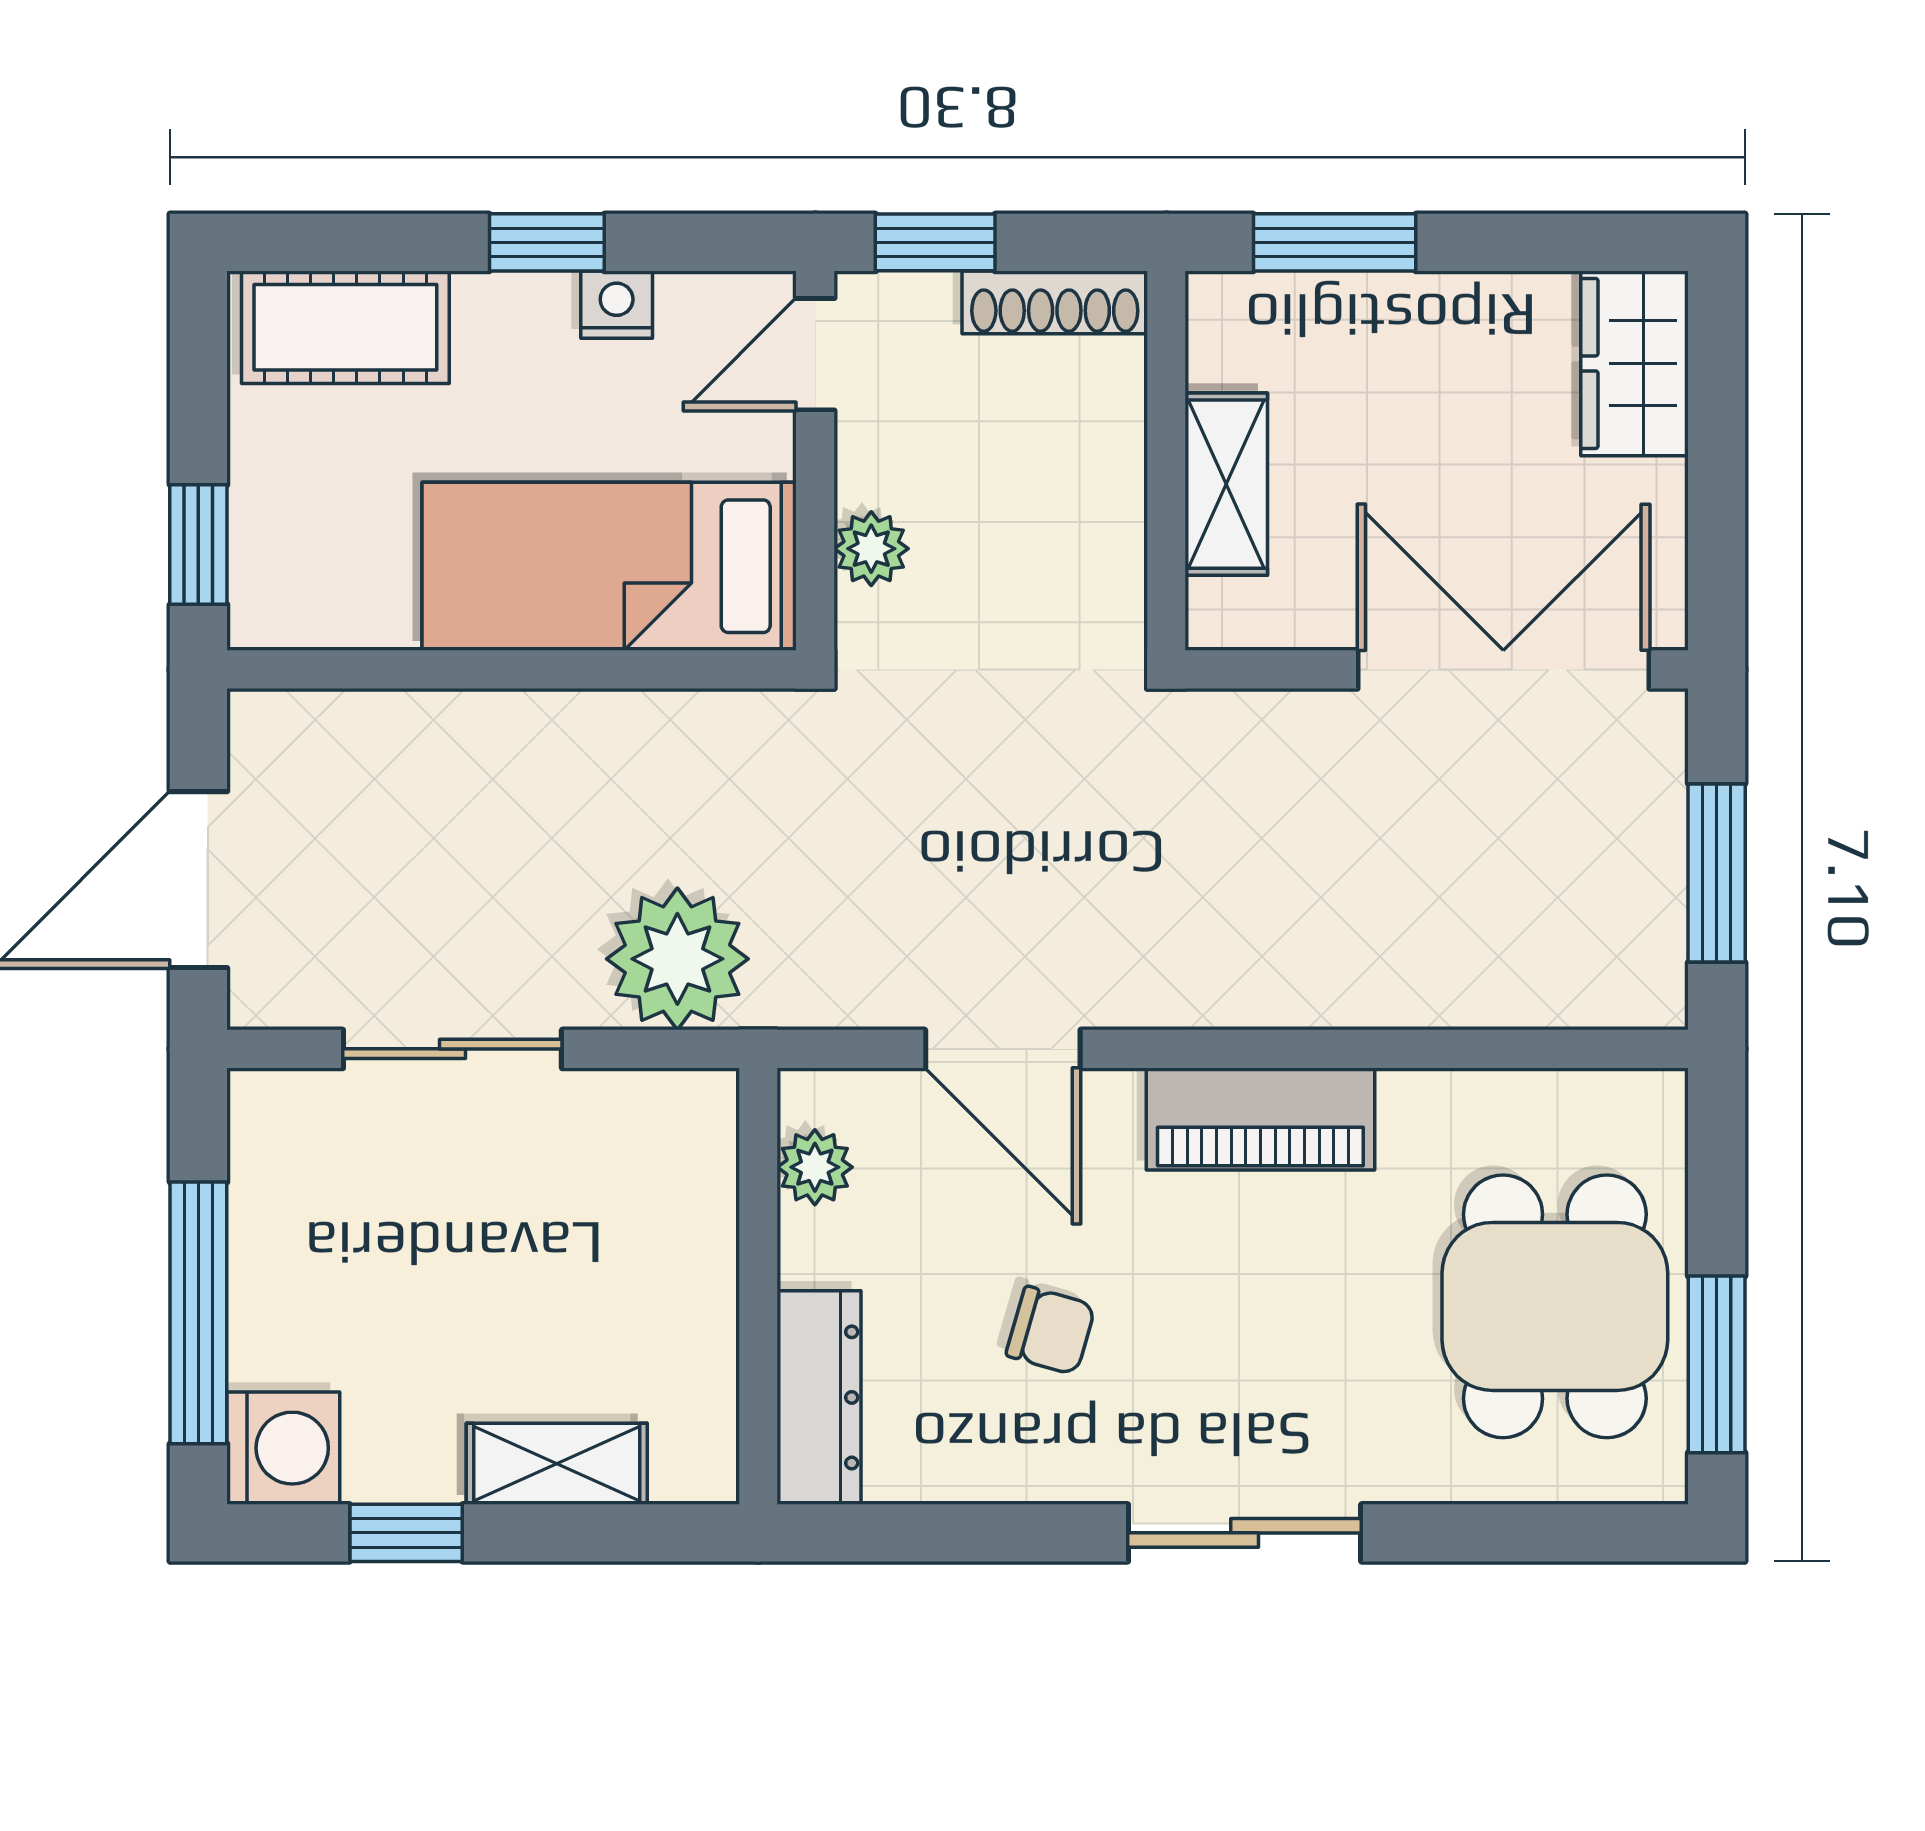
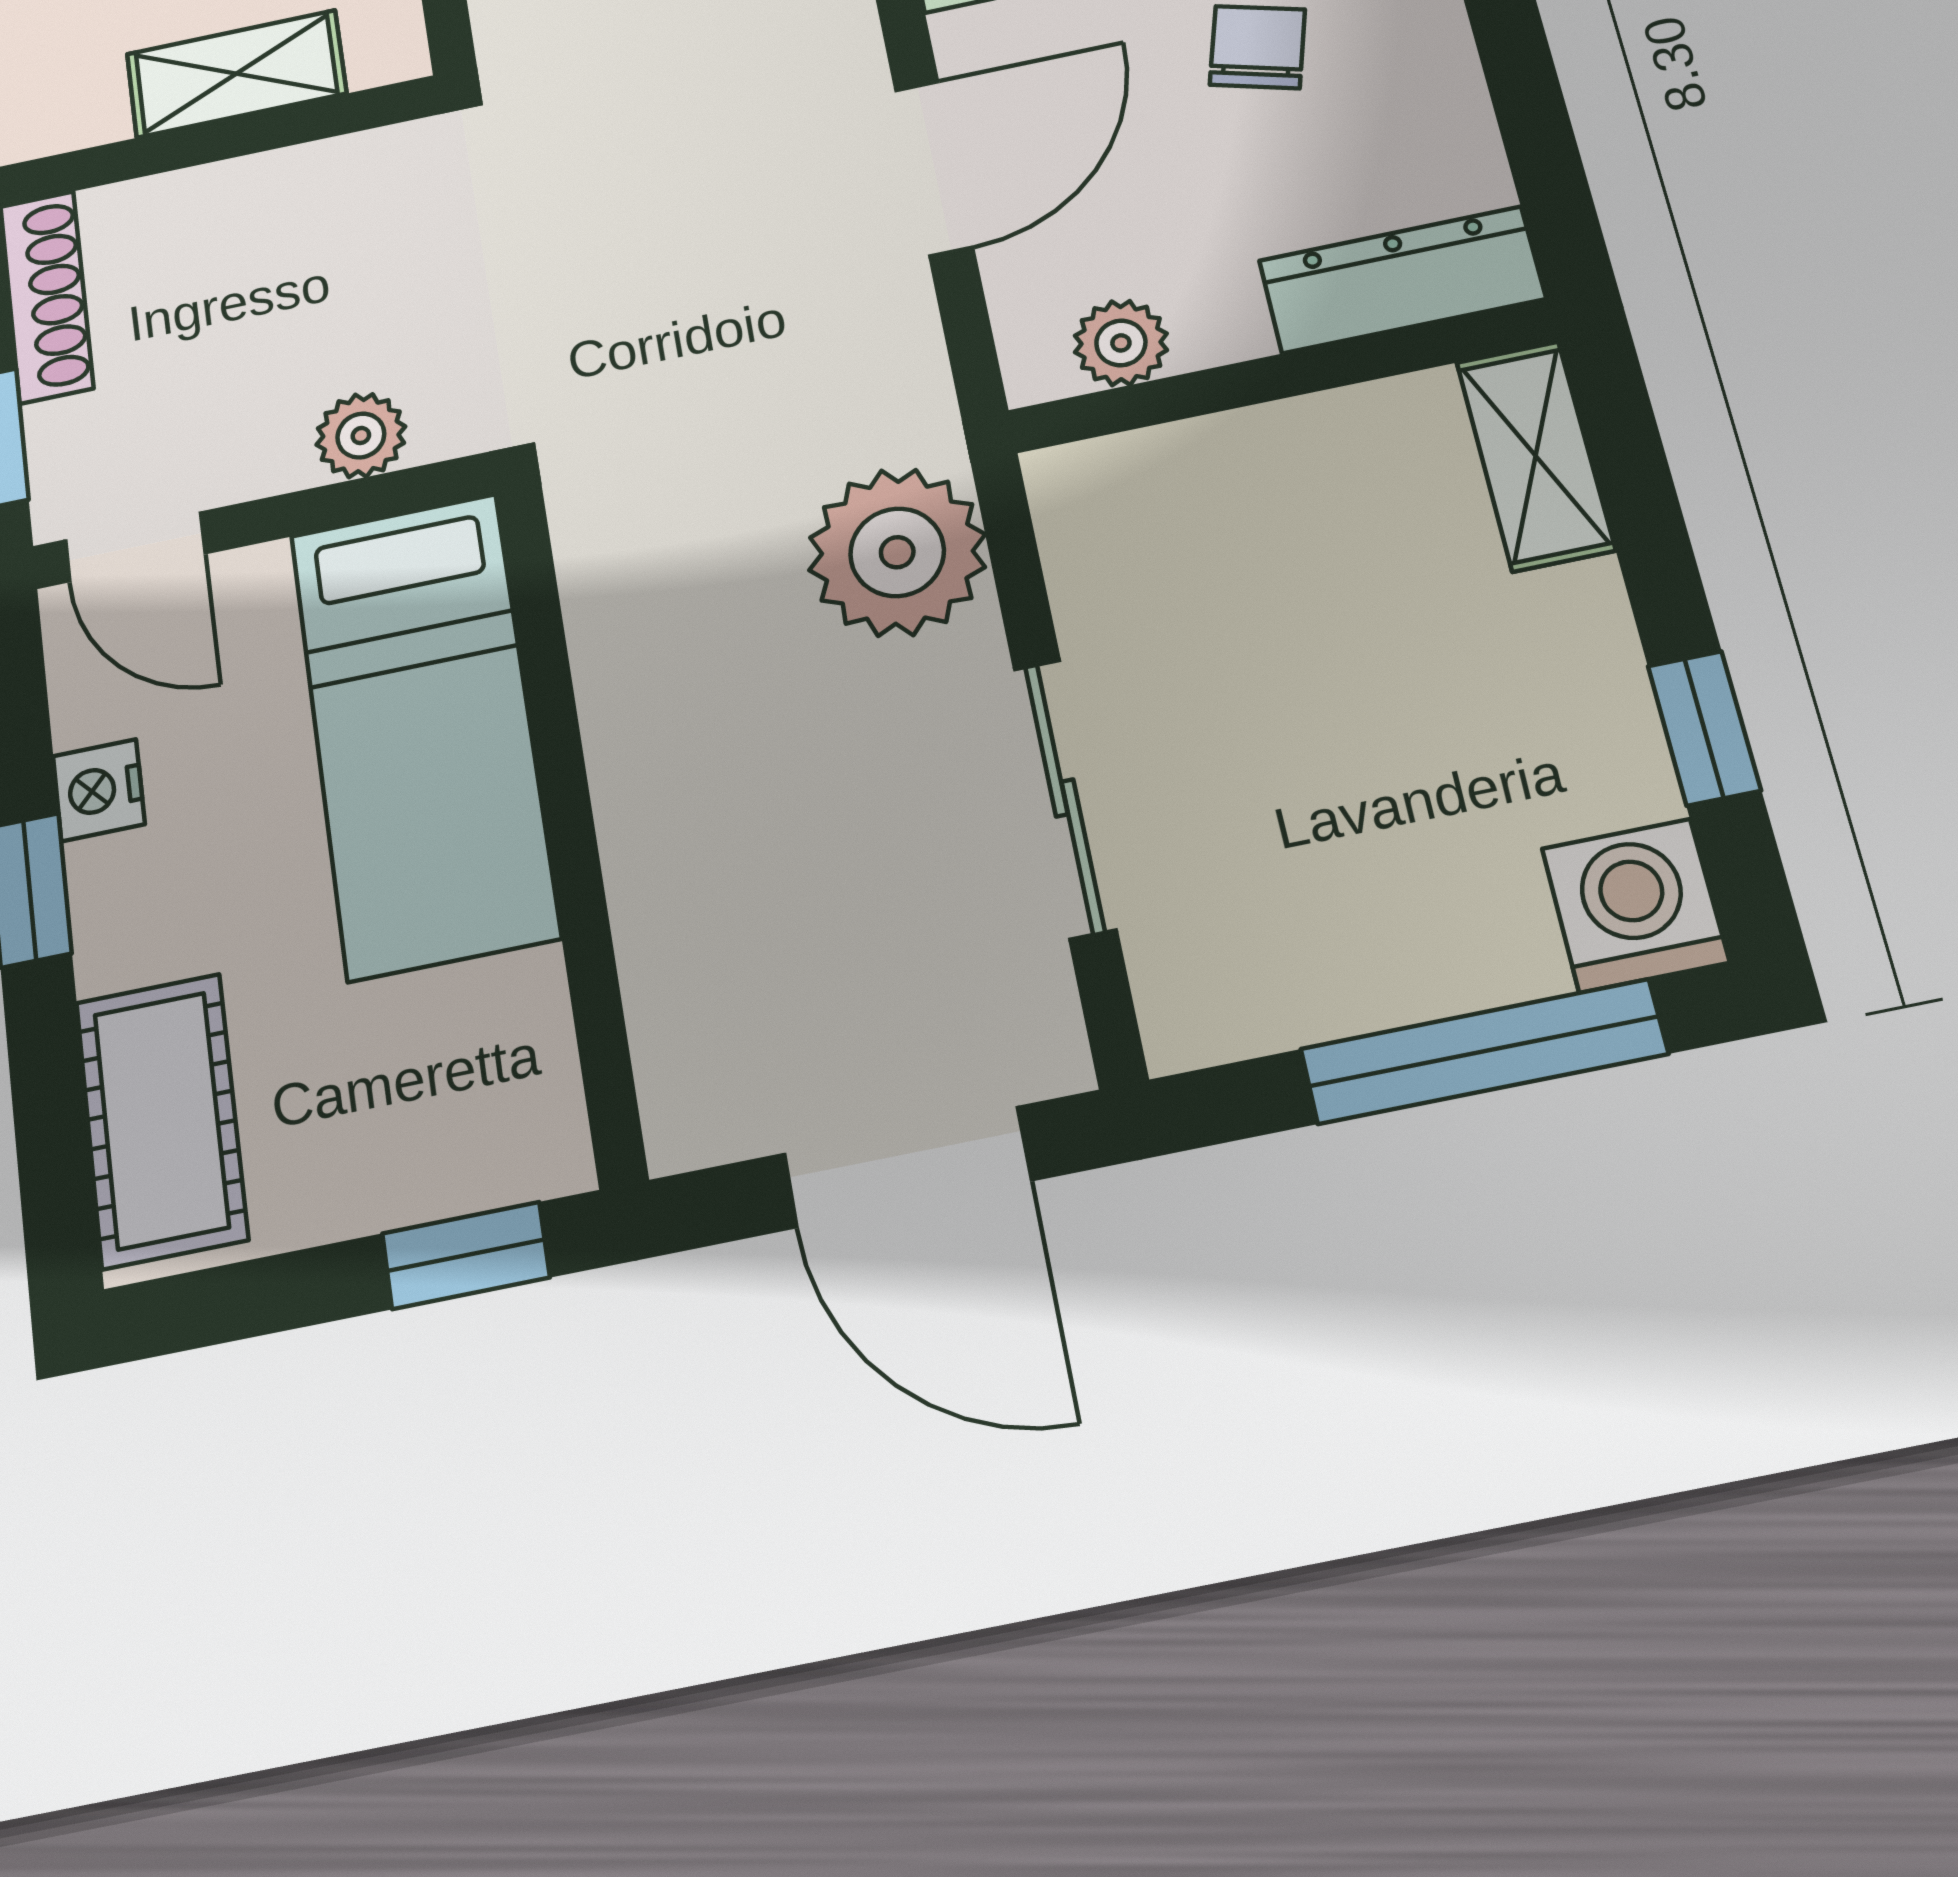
shelving: (557, 1464) -> (1535, 456), moved

